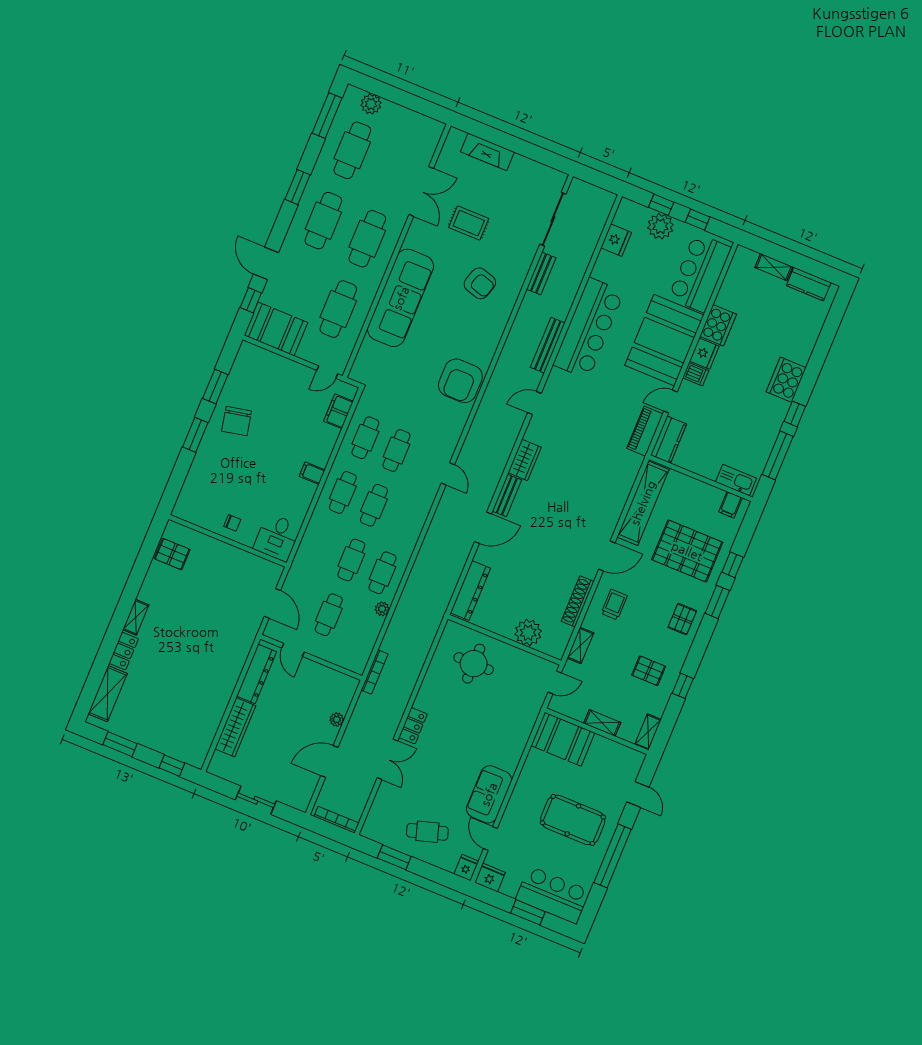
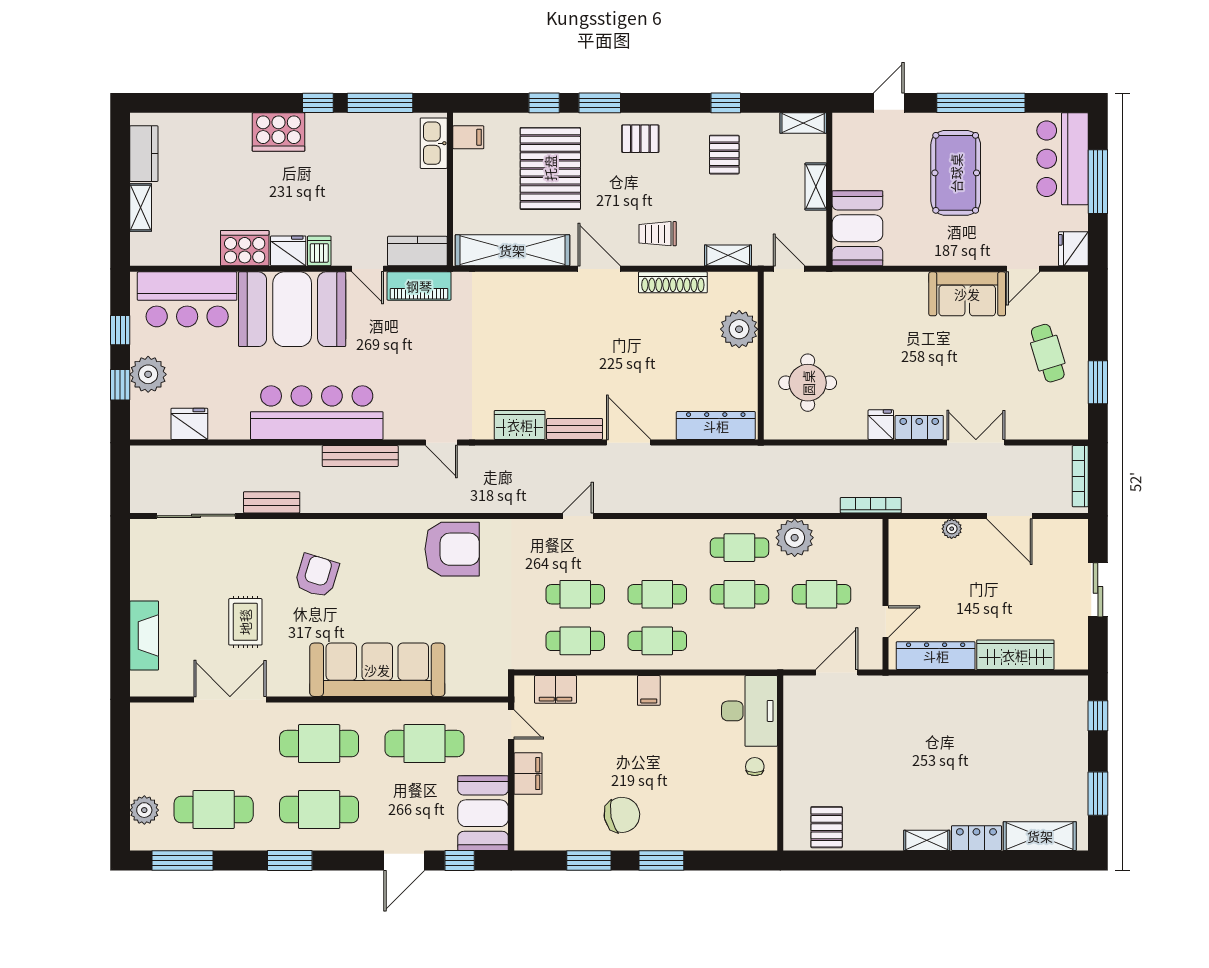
filing cabinet: (290, 370) -> (528, 774), added
desk: (277, 537) -> (750, 711), width x1.37
plant: (382, 609) -> (795, 538), width x1.88, depth x1.88
fridge: (466, 868) -> (881, 425), moved, turned 90
window: (528, 912) -> (1098, 182), width x1.44

